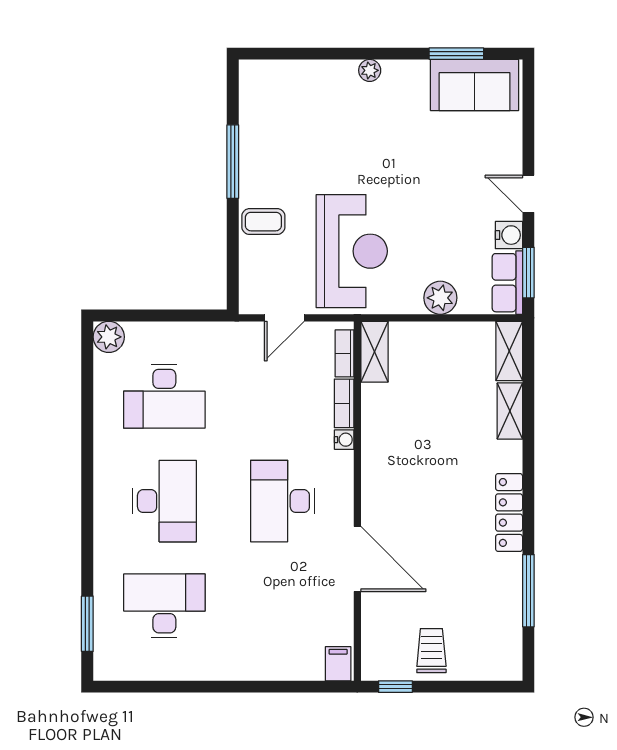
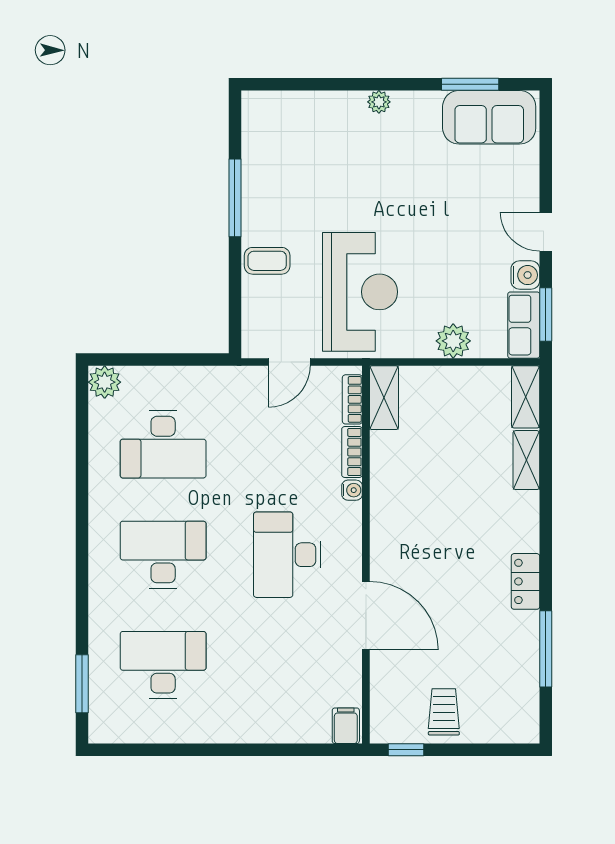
desk: (164, 501) -> (163, 555), turned -90
locker: (509, 512) -> (525, 581), width x0.66

